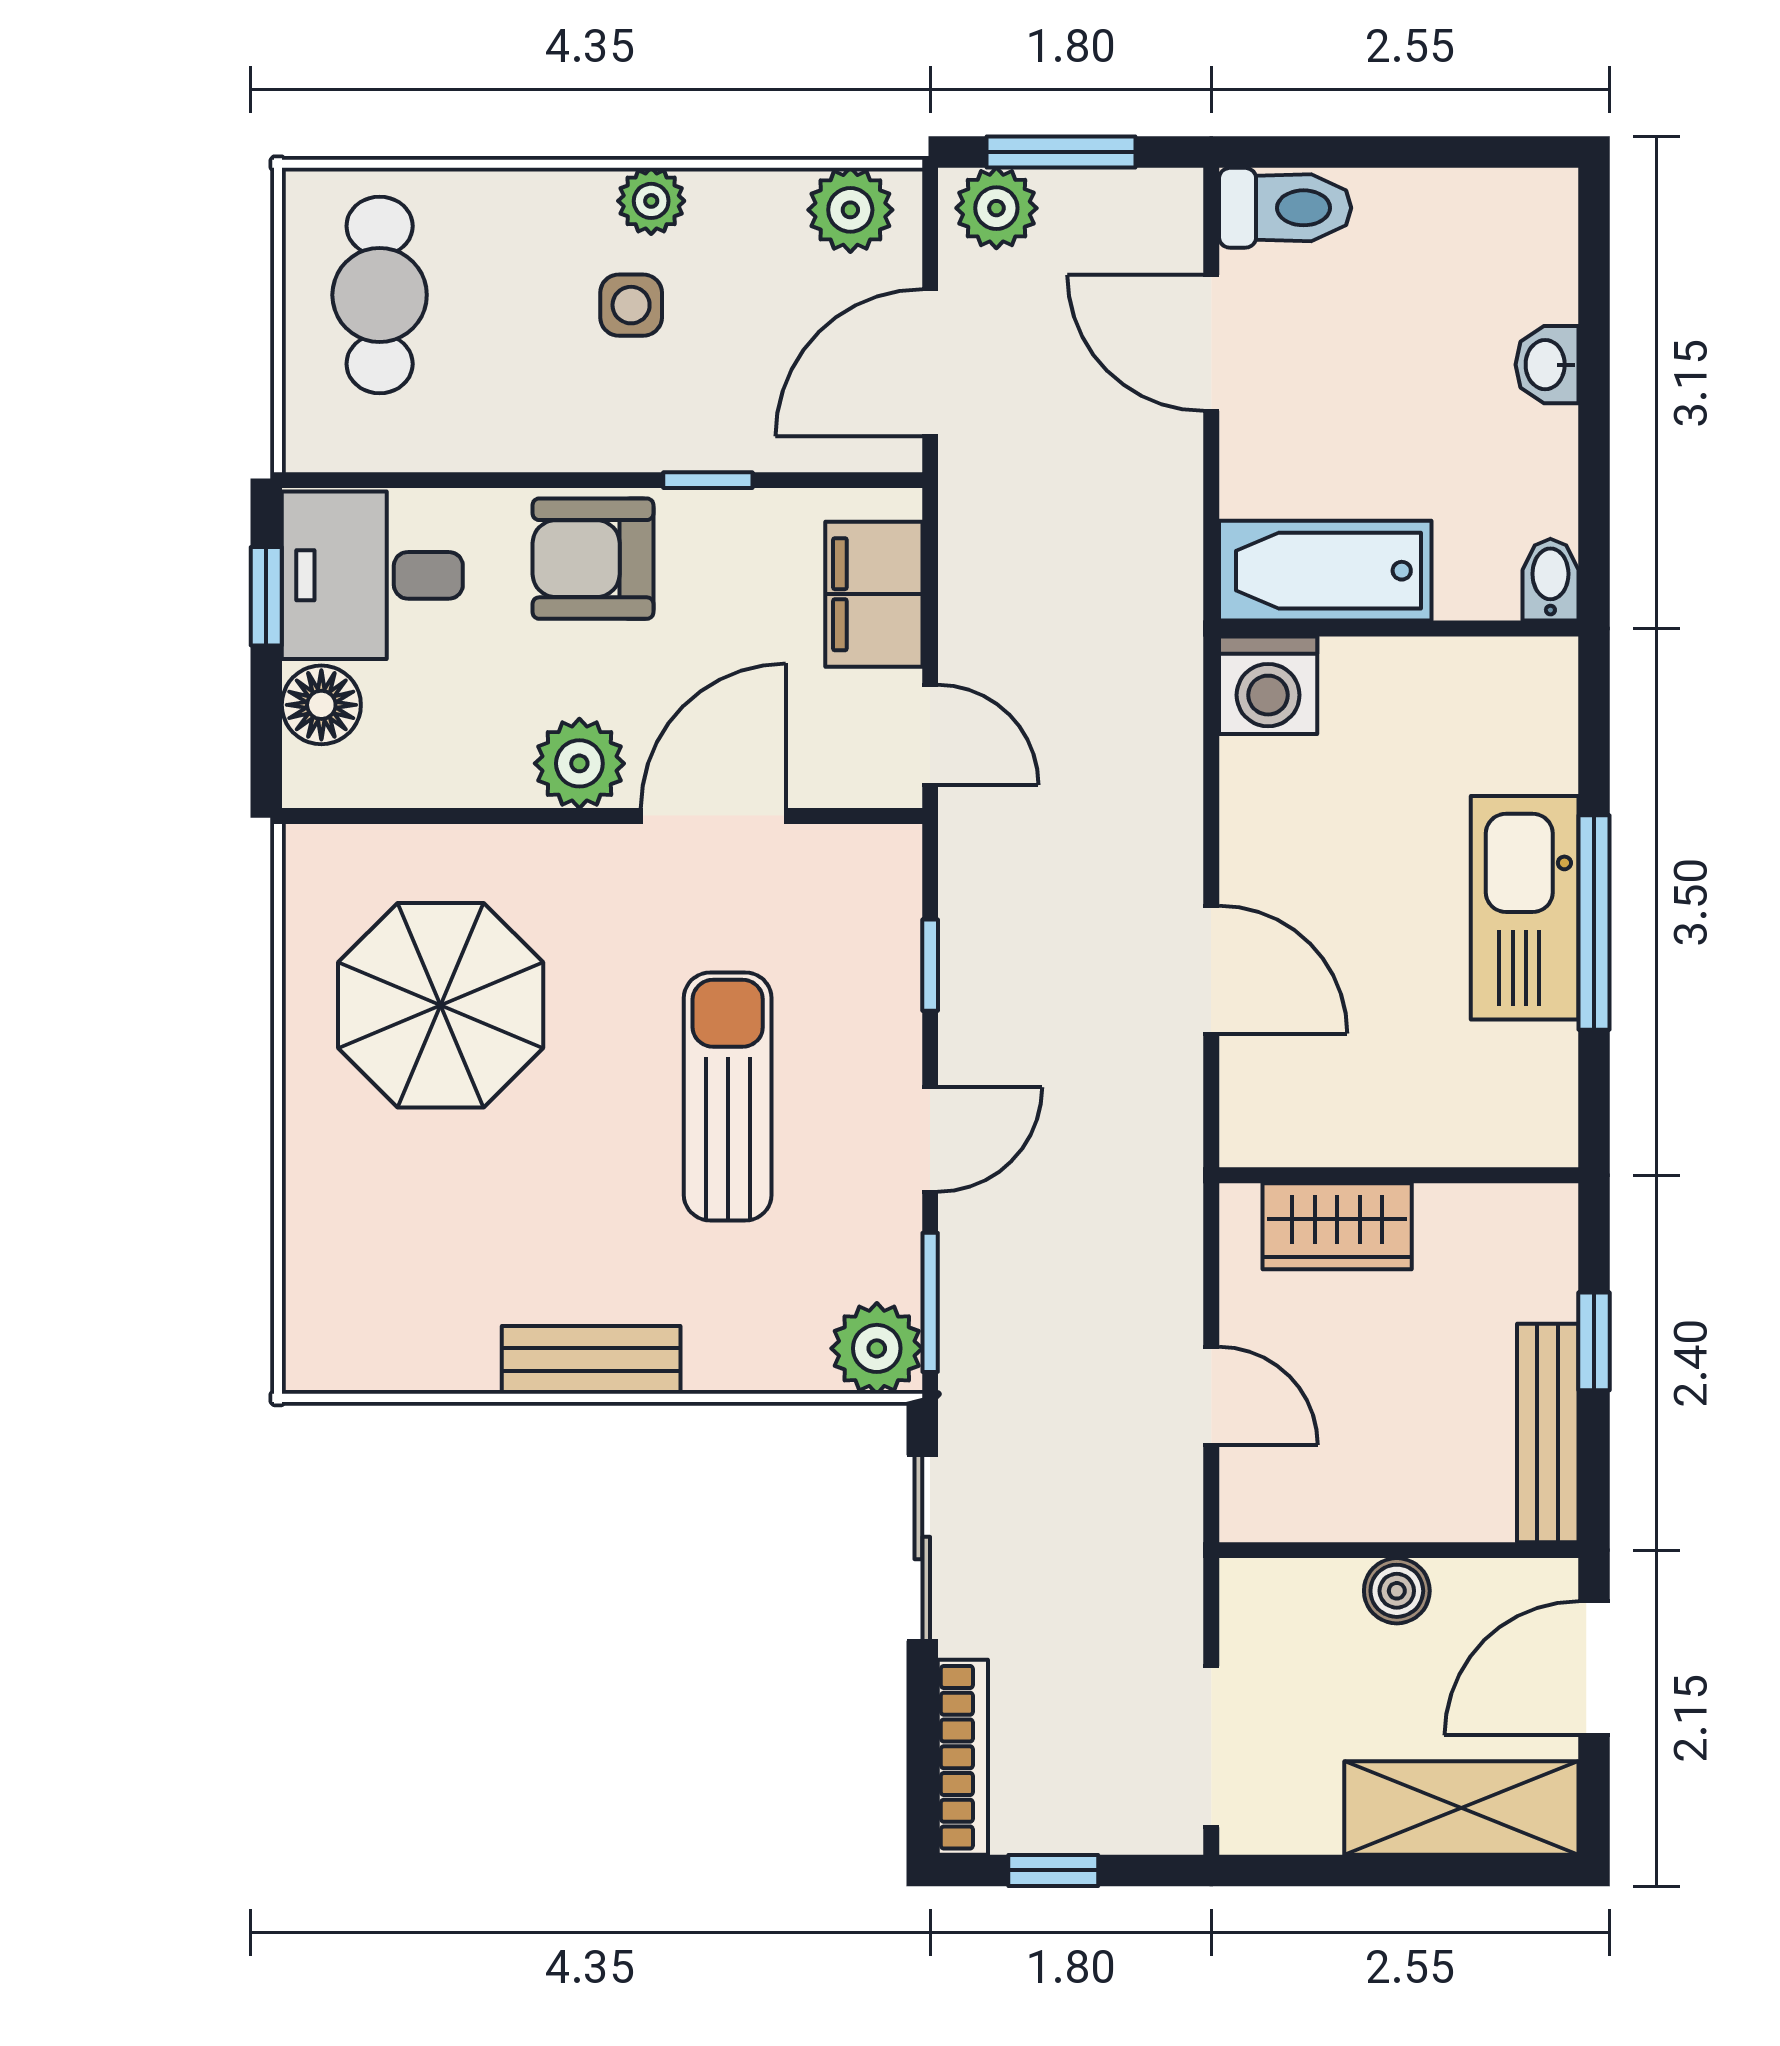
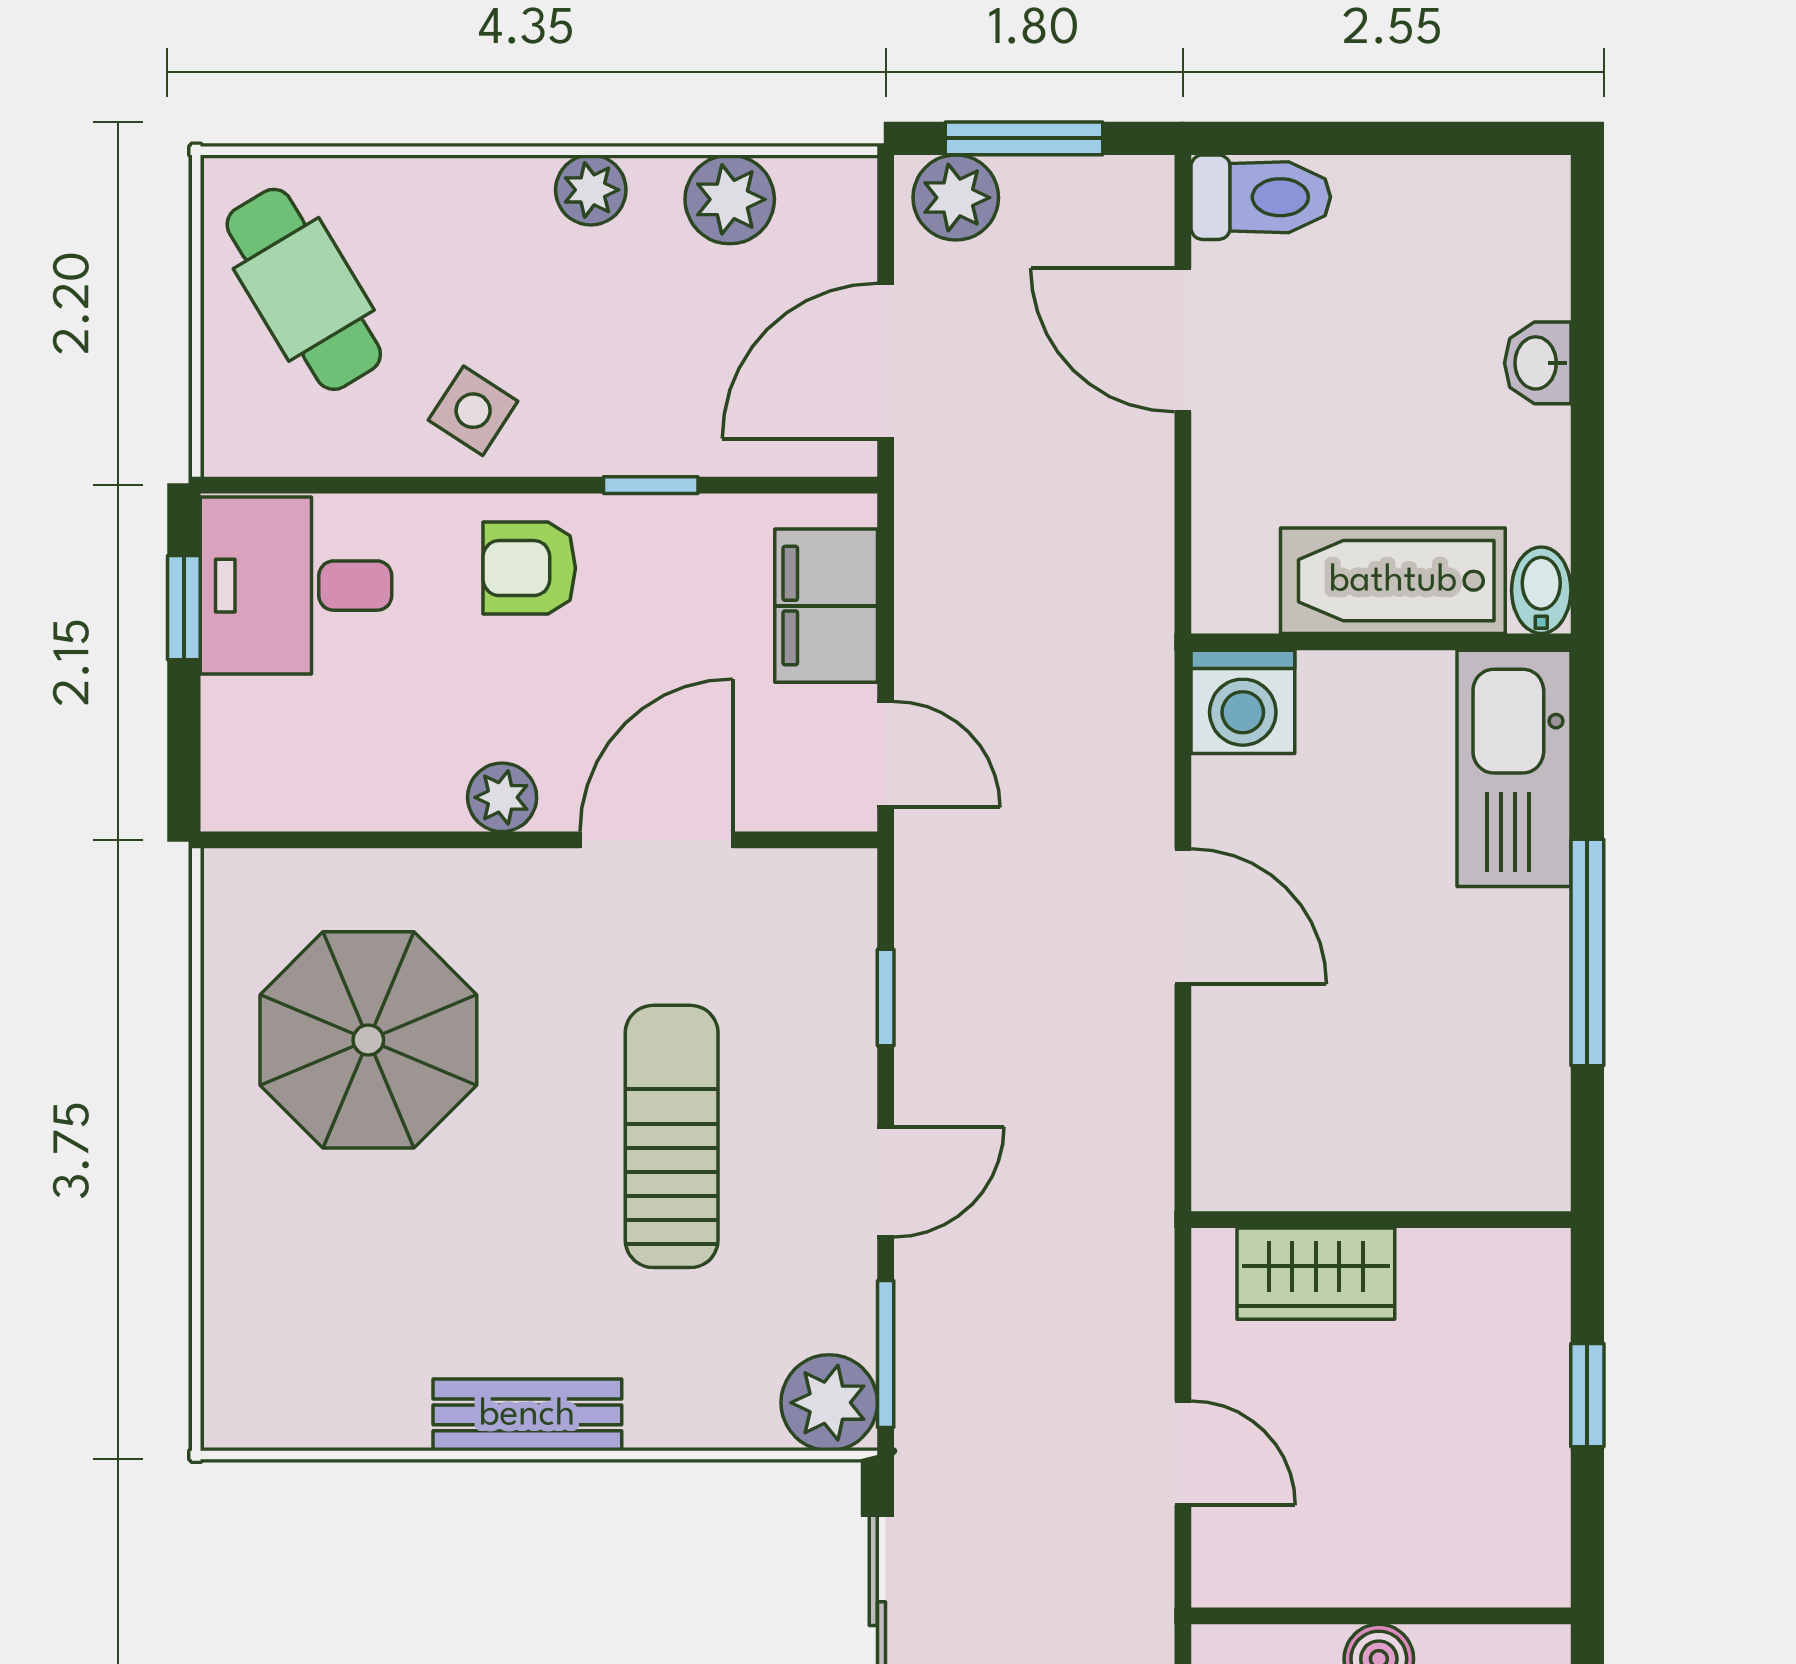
plant: (850, 210) -> (730, 199), moved
cafe table: (380, 295) -> (304, 289), turned -31
side table: (631, 305) -> (473, 411), moved, turned 33
armchair: (593, 559) -> (529, 568), width x0.72, depth x0.72
bathtub: (1325, 571) -> (1393, 581), moved
floor lamp: (321, 705) -> (242, 723), removed
plant: (579, 763) -> (502, 797), width x0.73, depth x0.73
kitchen sink: (1525, 908) -> (1514, 768), moved
door: (1211, 970) -> (1183, 916), moved
bench: (1548, 1433) -> (1538, 1492), removed

